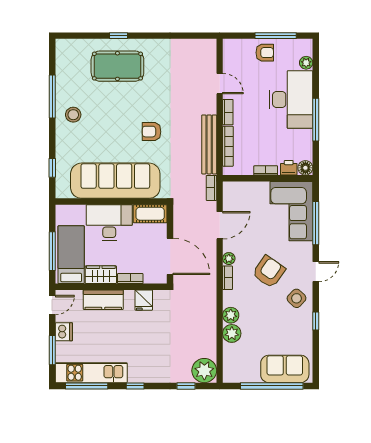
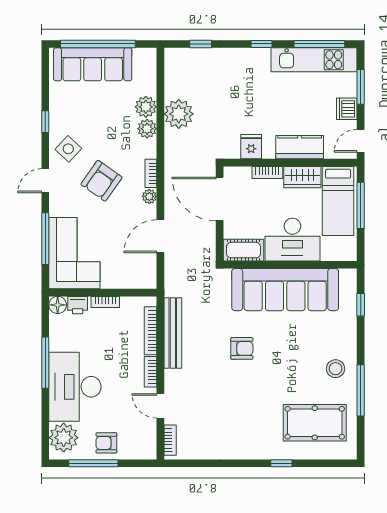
plant: (306, 63) -> (64, 438), width x1.88, depth x1.88
pool table: (117, 66) -> (315, 423), moved
bookcase: (211, 188) -> (170, 440), moved
sofa: (285, 369) -> (93, 64), width x1.36
plant: (204, 371) -> (179, 114), moved

